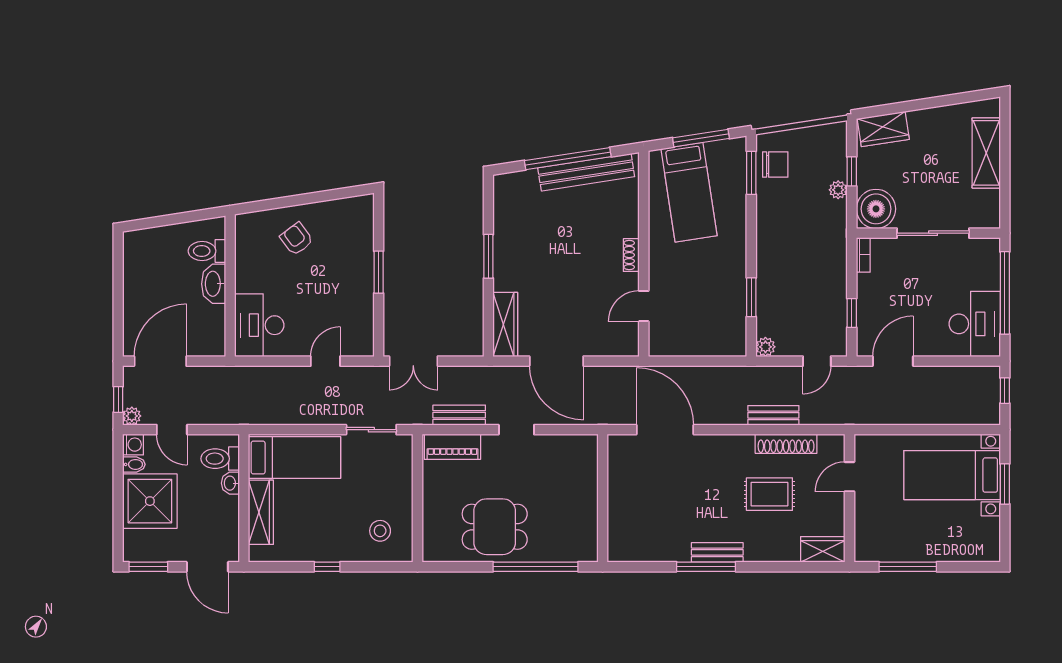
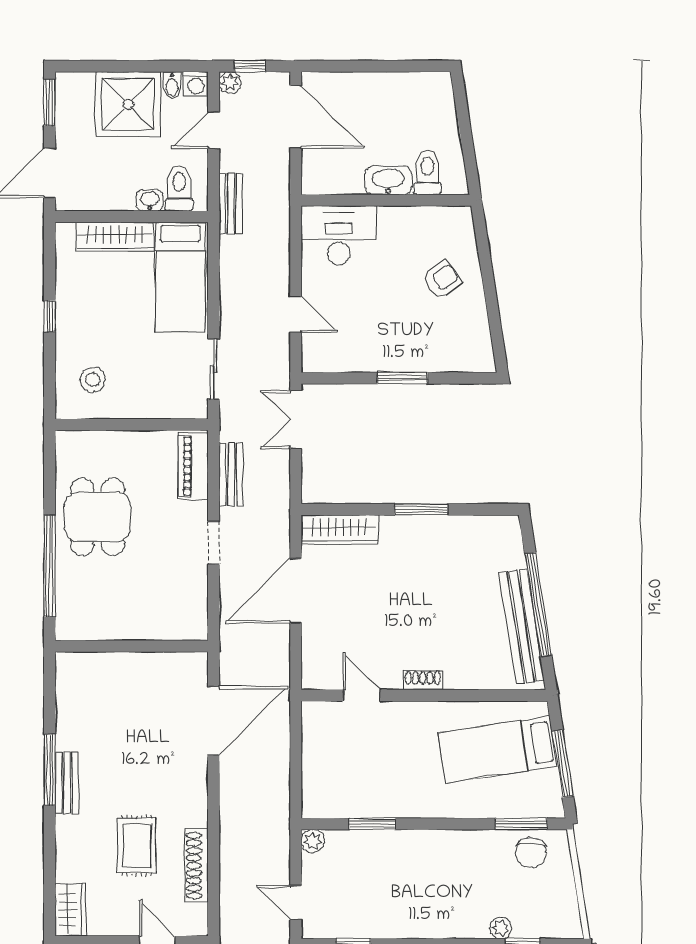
bench: (773, 415) -> (231, 204), moved

